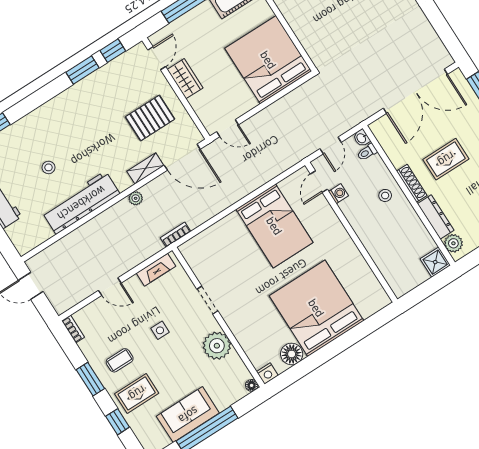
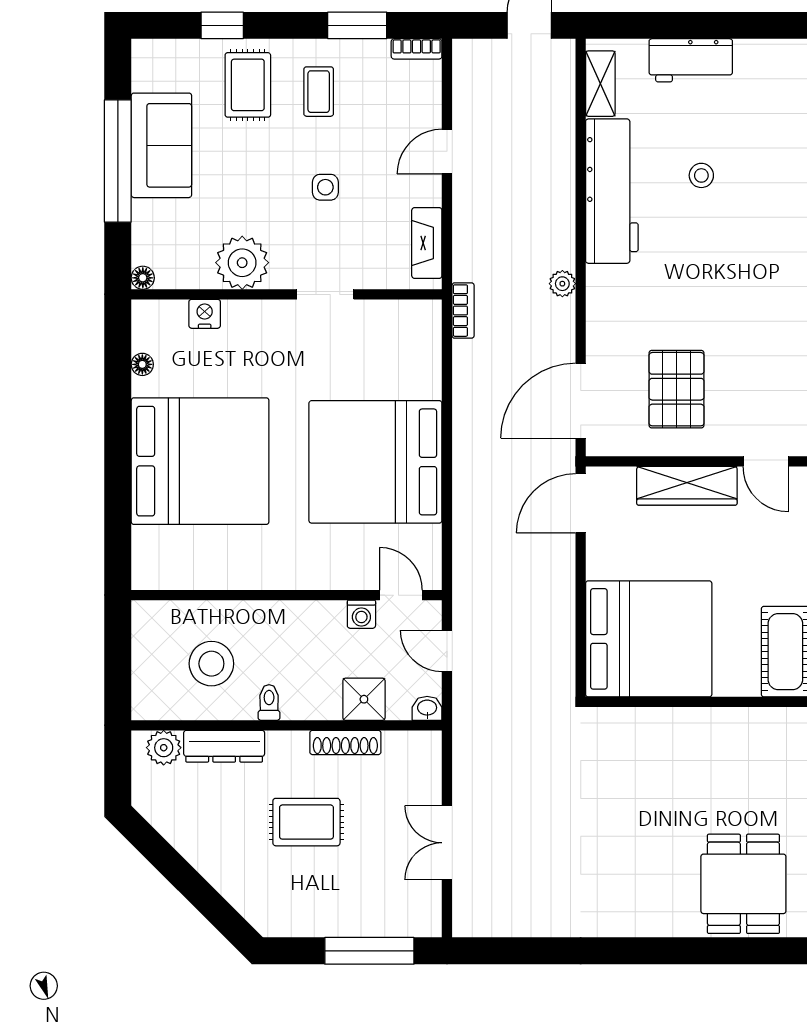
wardrobe: (185, 79) -> (687, 486), width x1.50
double door: (415, 91) -> (447, 843), width x0.54
door: (228, 128) -> (581, 503), width x1.38
toilet: (367, 152) -> (269, 703), moved
rug: (446, 159) -> (306, 822), turned 90
shelving: (145, 168) -> (600, 84), moved
shoe rack: (412, 183) -> (345, 742), moved
stool: (385, 195) -> (211, 664), moved, width x1.89, depth x1.89
bed: (274, 226) -> (375, 462), width x1.36
shower: (435, 262) -> (364, 699), moved
floor lamp: (292, 354) -> (142, 364), width x0.53, depth x0.53
nightstand: (267, 374) -> (205, 314), moved, turned 90
window: (90, 379) -> (357, 25), moved

